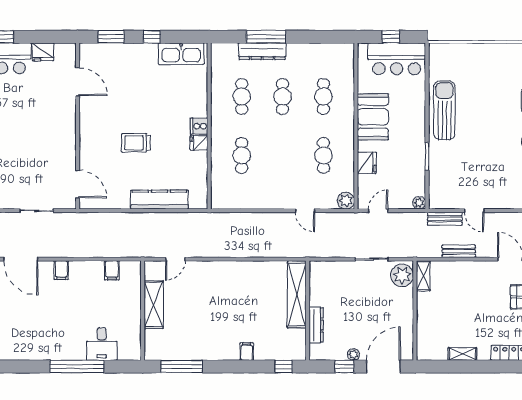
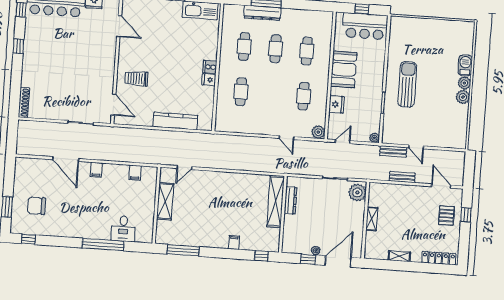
sun lounger: (444, 110) -> (407, 84), moved
trolley: (136, 143) -> (136, 79), moved
shelving: (423, 276) -> (372, 219), moved
dresser: (316, 325) -> (290, 200), moved

